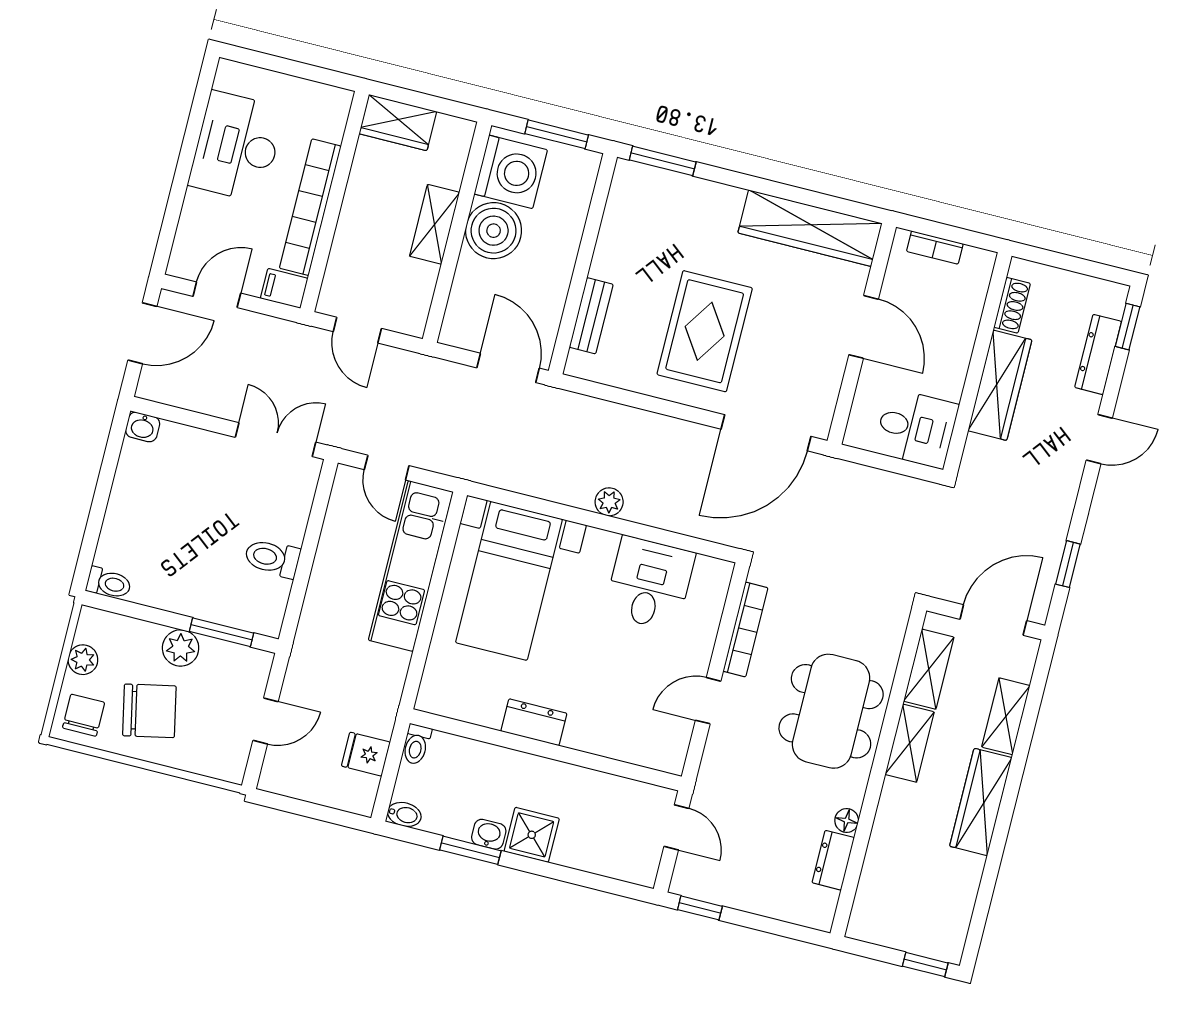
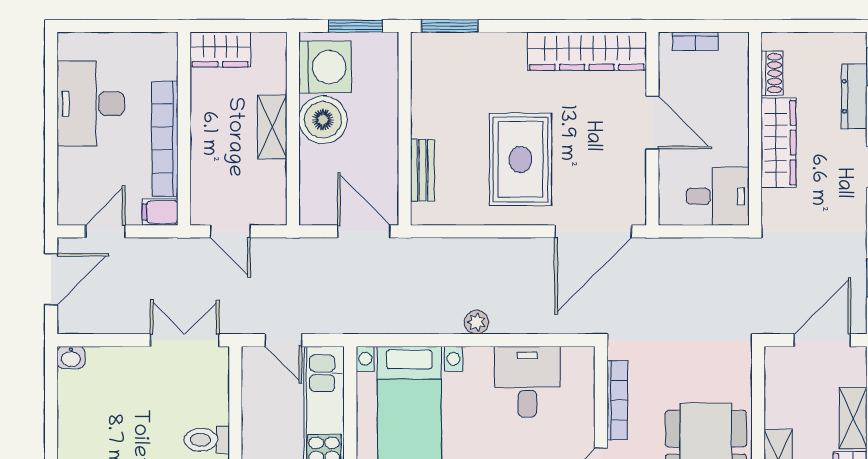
shelving: (929, 669) -> (779, 395), removed

